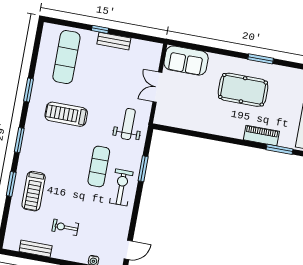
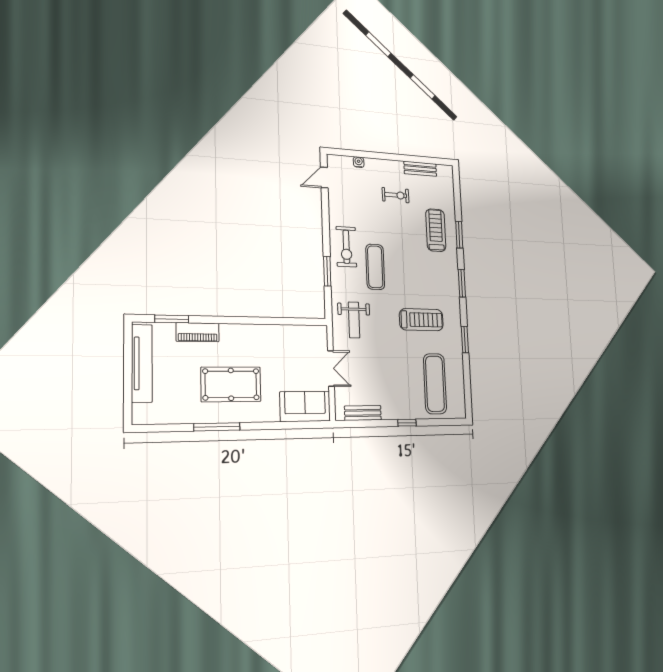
bench: (114, 41) -> (363, 413), moved
window: (261, 59) -> (217, 427), width x1.44

